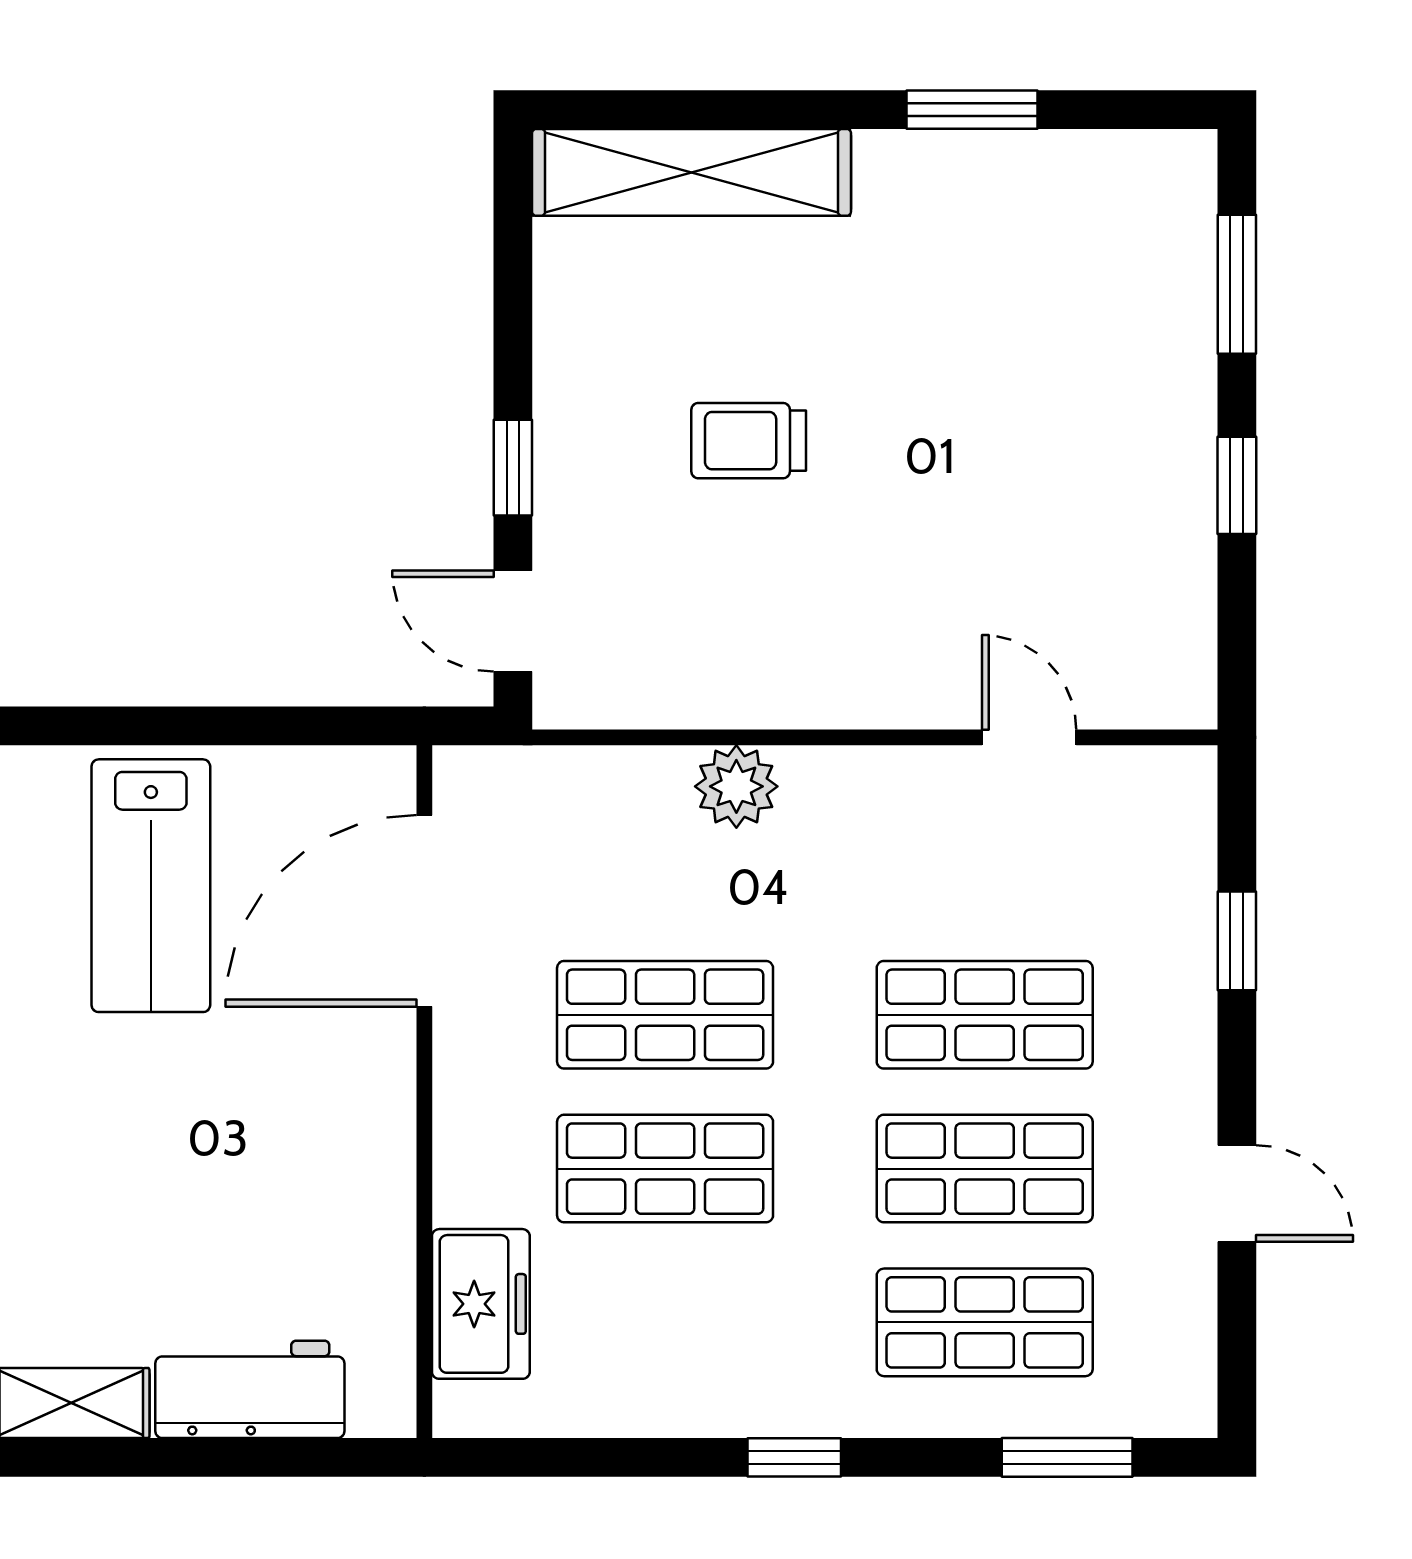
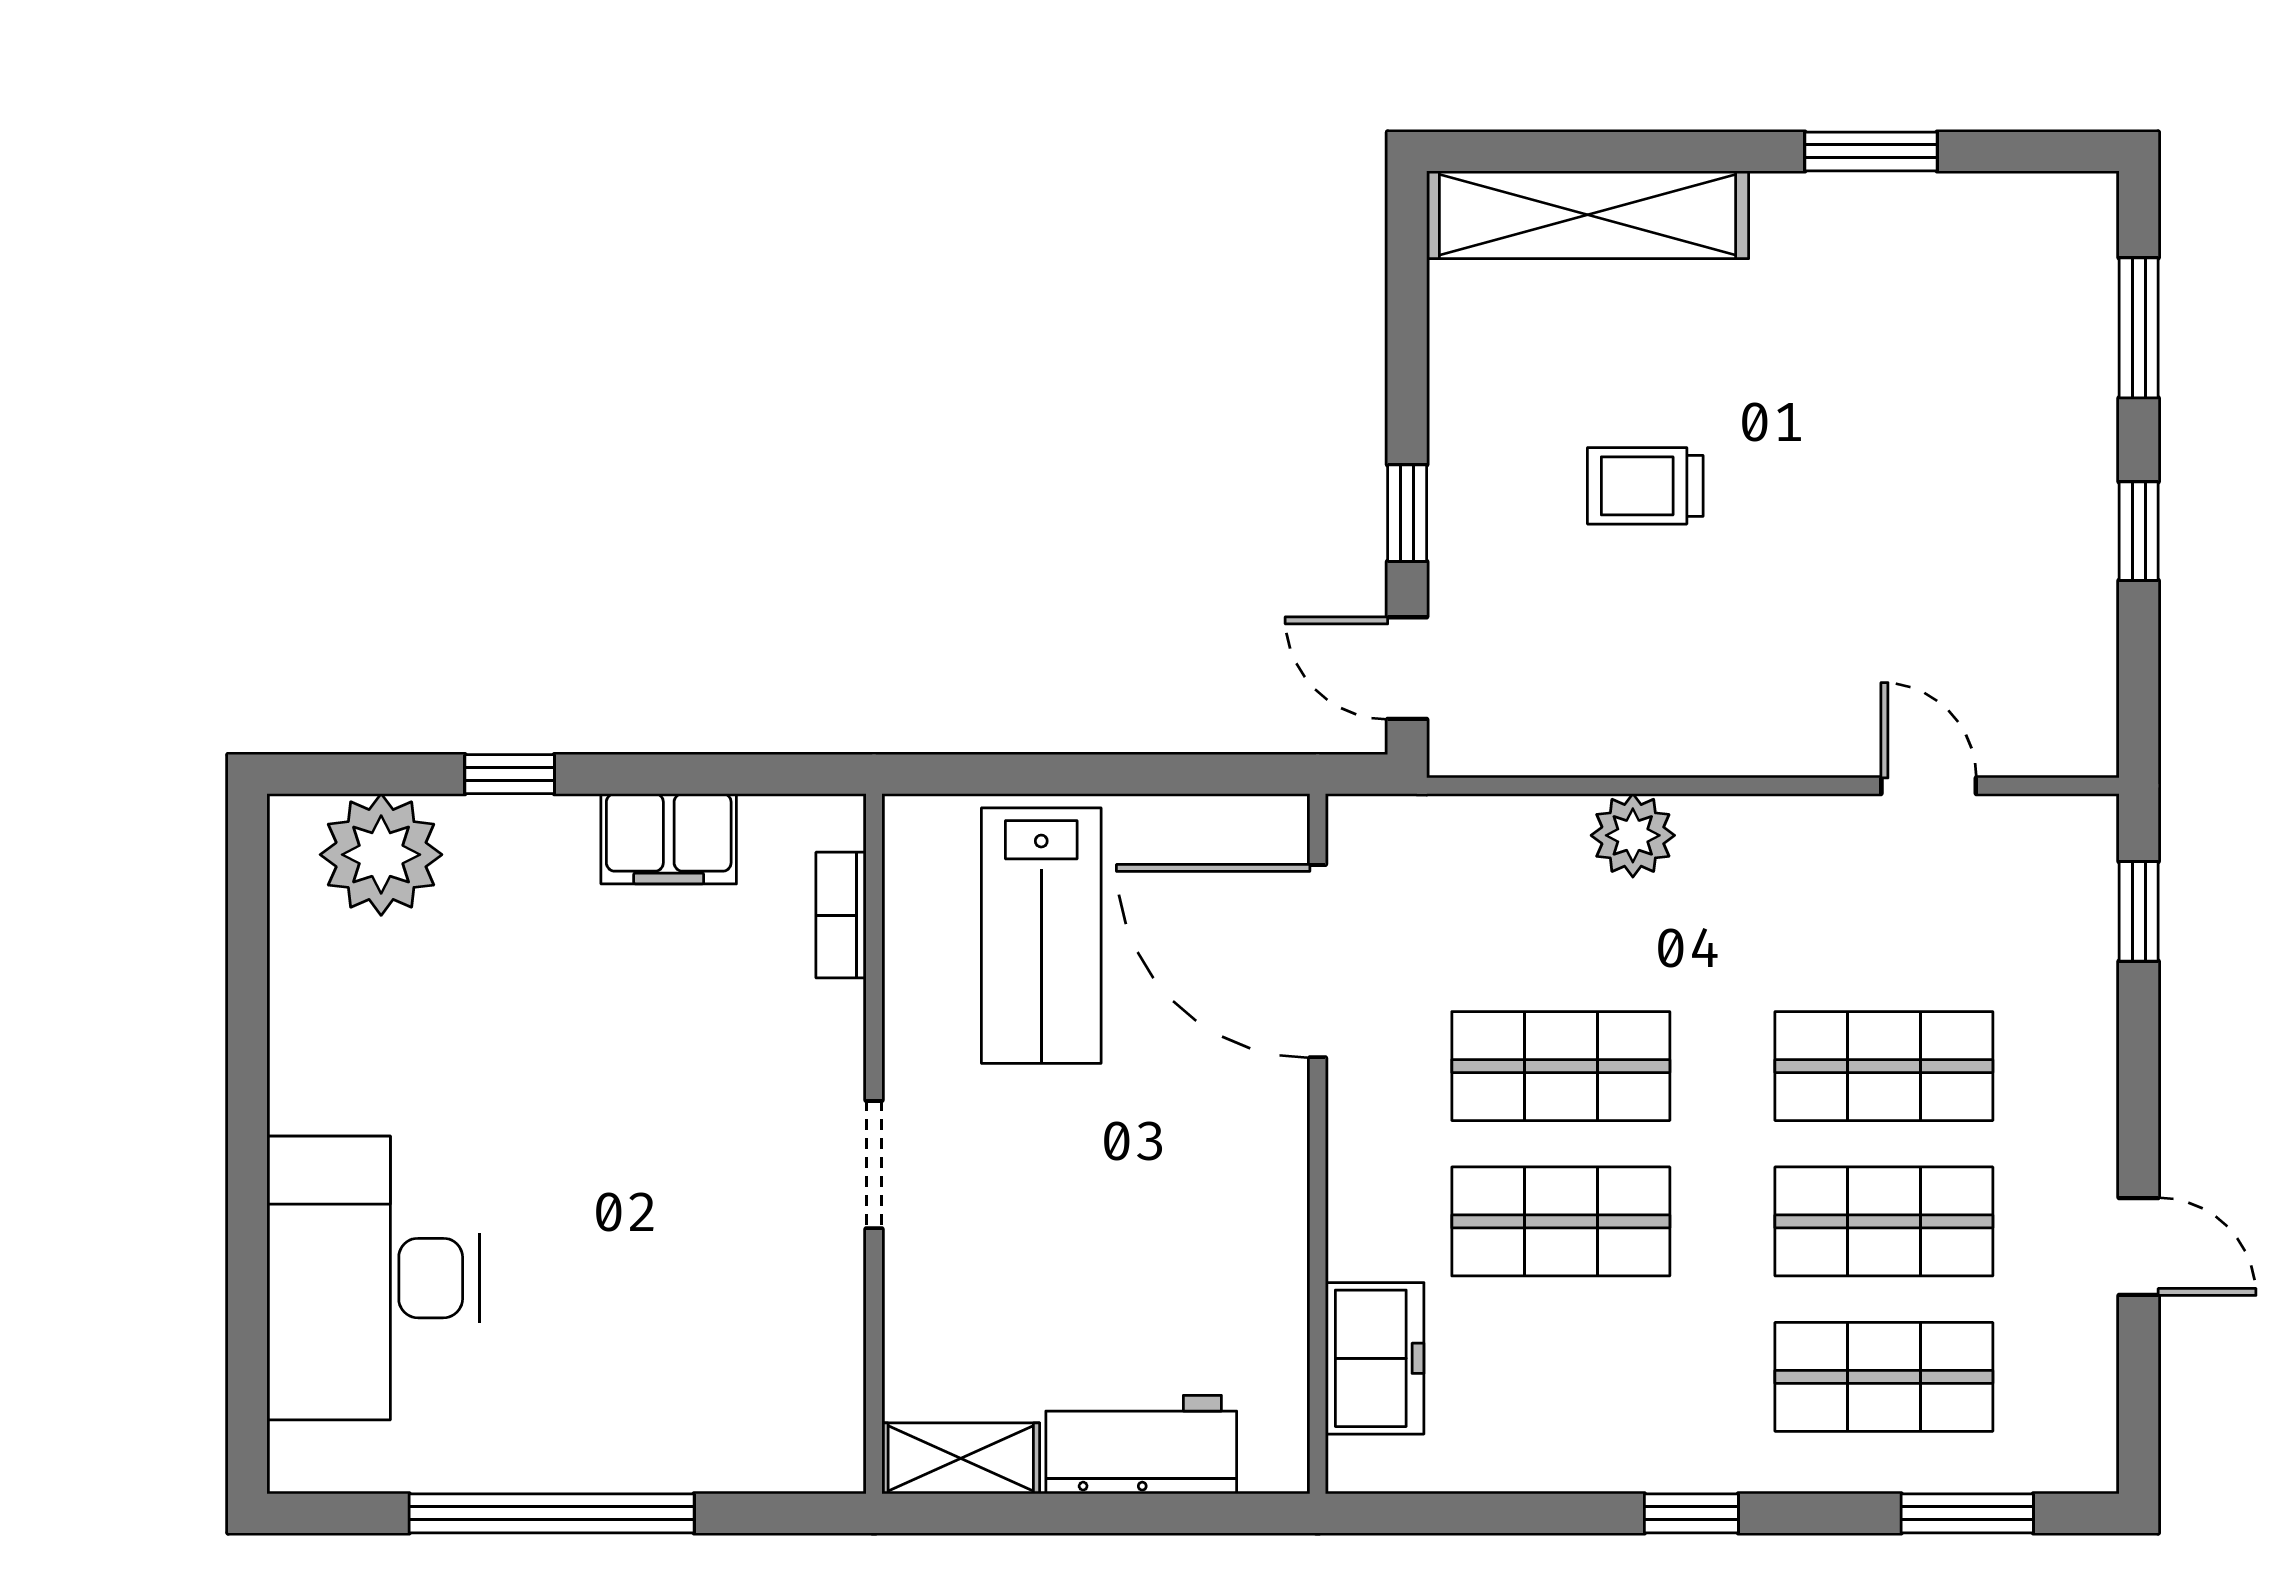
door: (424, 911) -> (1318, 961), hinge flipped
window: (1237, 941) -> (2139, 911), moved

